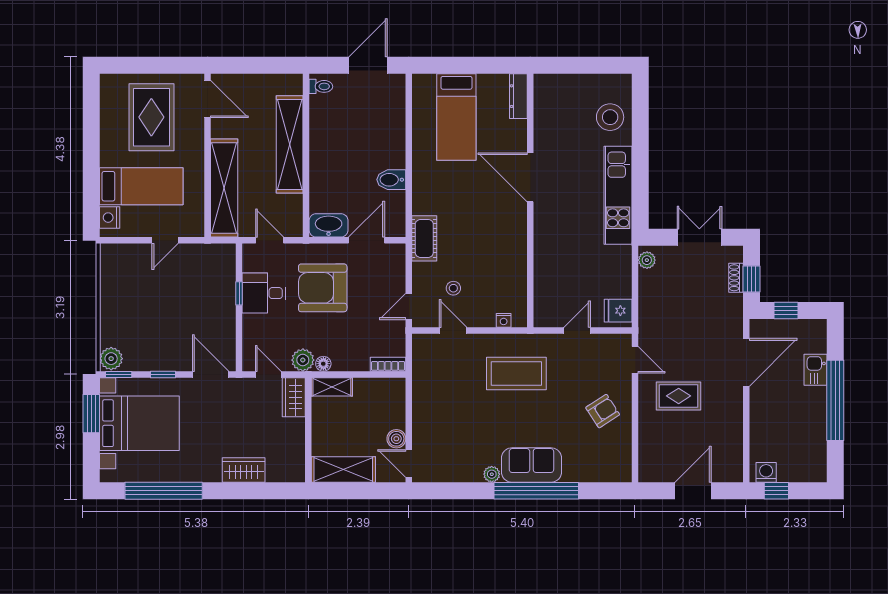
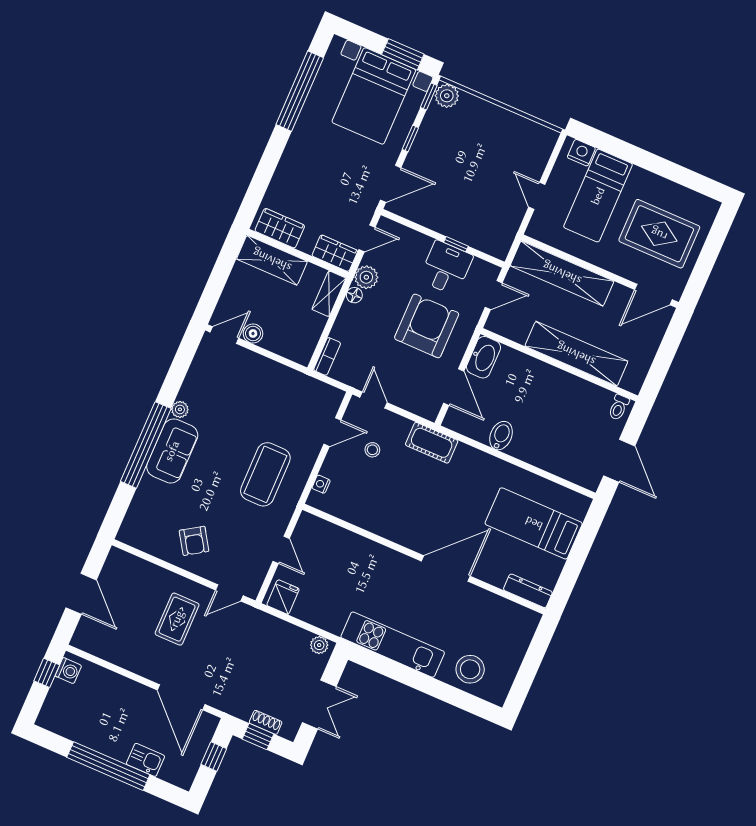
wardrobe: (244, 470) -> (280, 228), moved, turned -90
shelving: (343, 470) -> (272, 260), moved, turned 90

